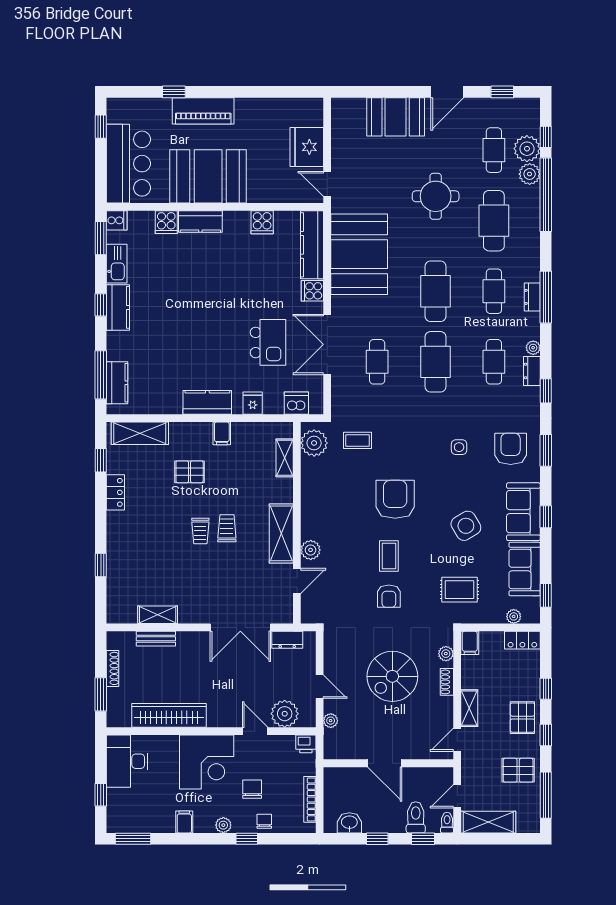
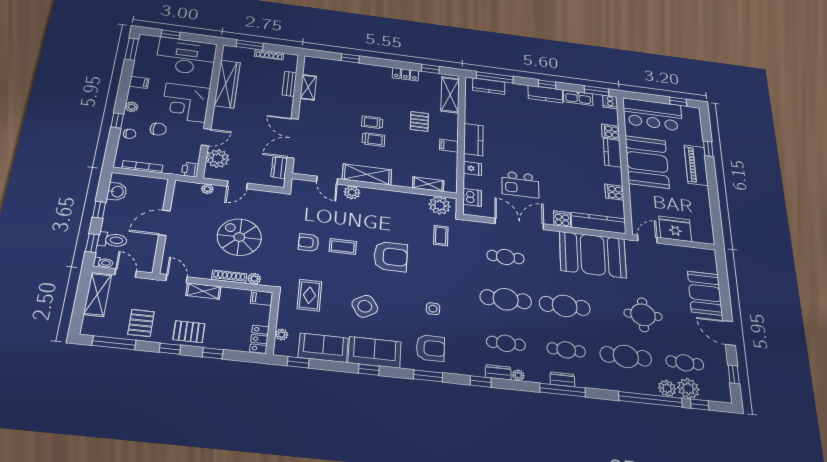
shoe rack: (447, 682) -> (229, 277), width x1.43
desk: (127, 761) -> (186, 56), width x1.36, depth x1.30

